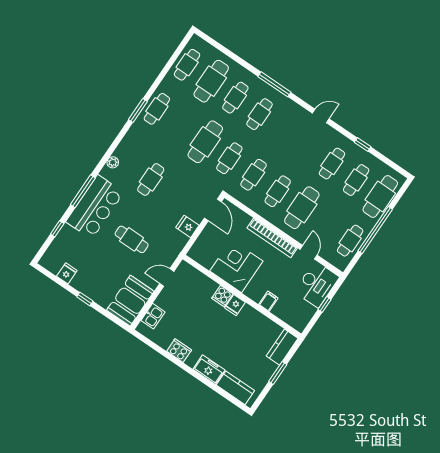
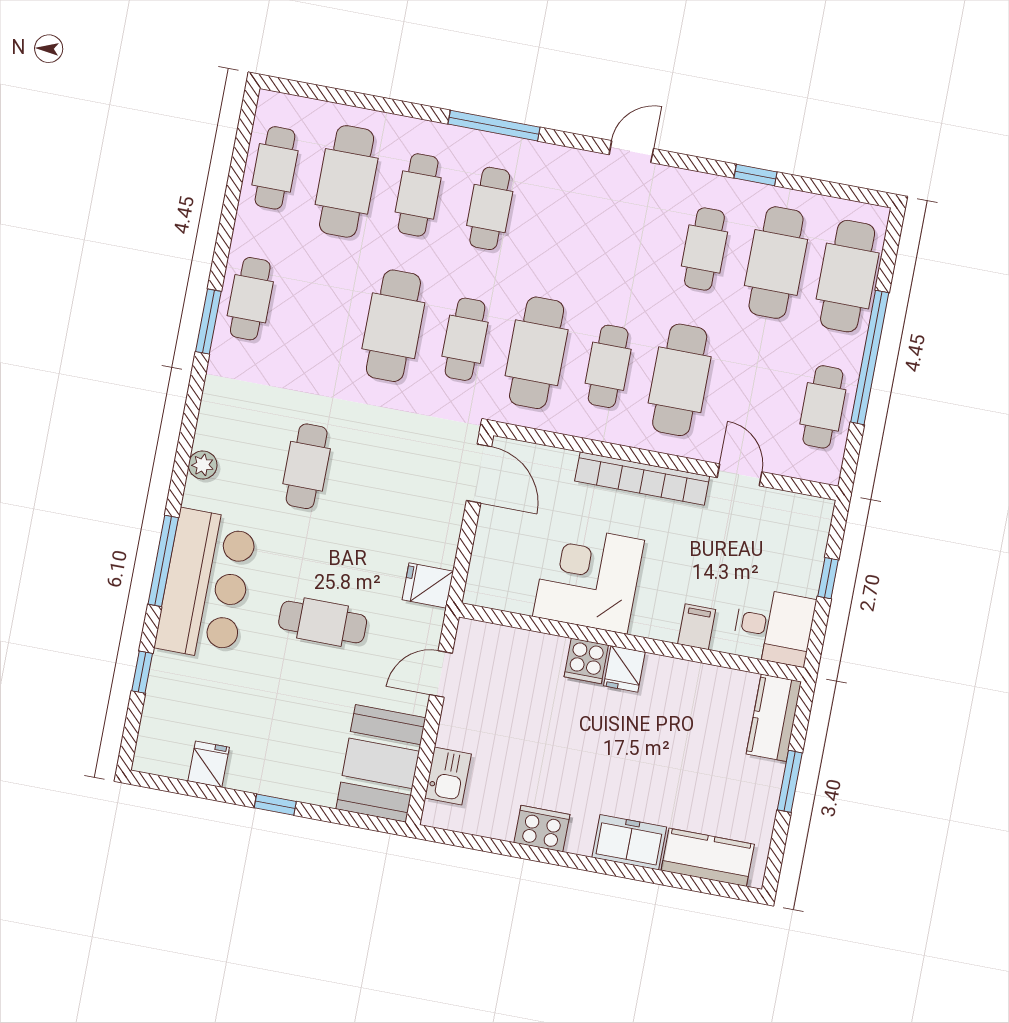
cafe table: (254, 175) -> (537, 353), width x1.37, depth x1.35
cafe table: (356, 180) -> (776, 263), width x1.37, depth x1.35
fridge: (187, 226) -> (428, 585), moved
desk: (317, 284) -> (774, 627), moved, width x0.73

